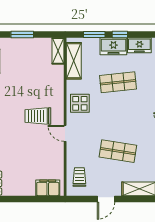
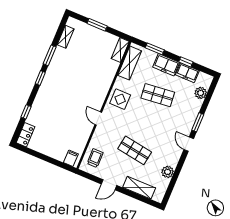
window: (120, 35) -> (186, 62), moved
trolley: (38, 116) -> (82, 95), removed
filing cabinet: (48, 188) -> (71, 158), width x0.50

